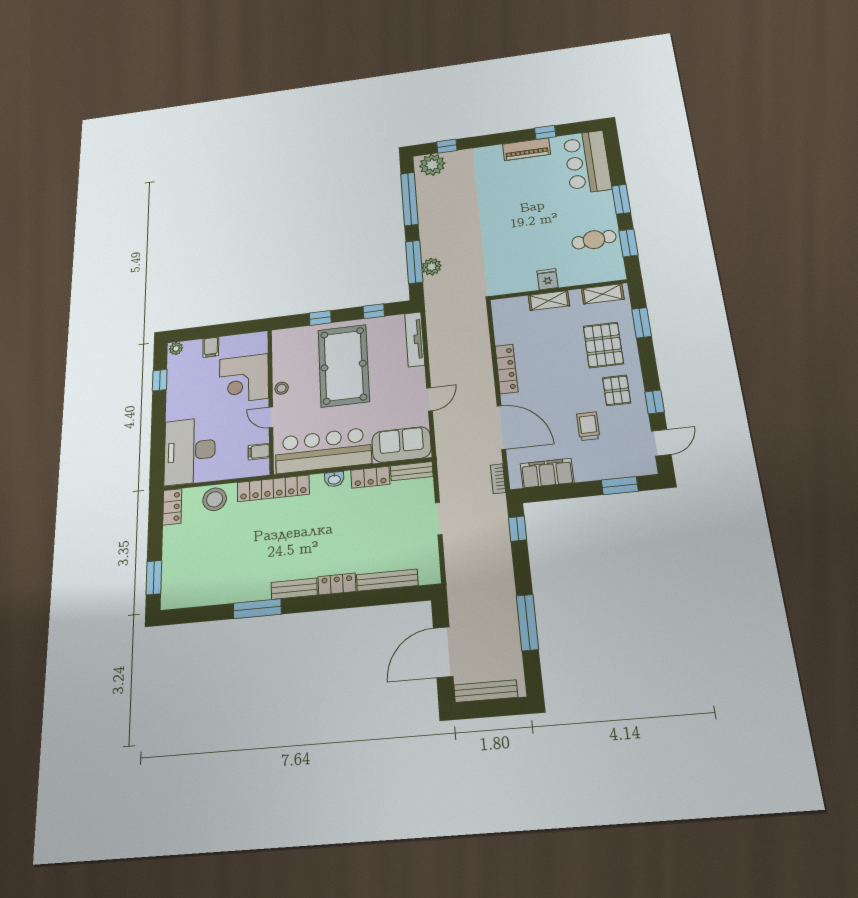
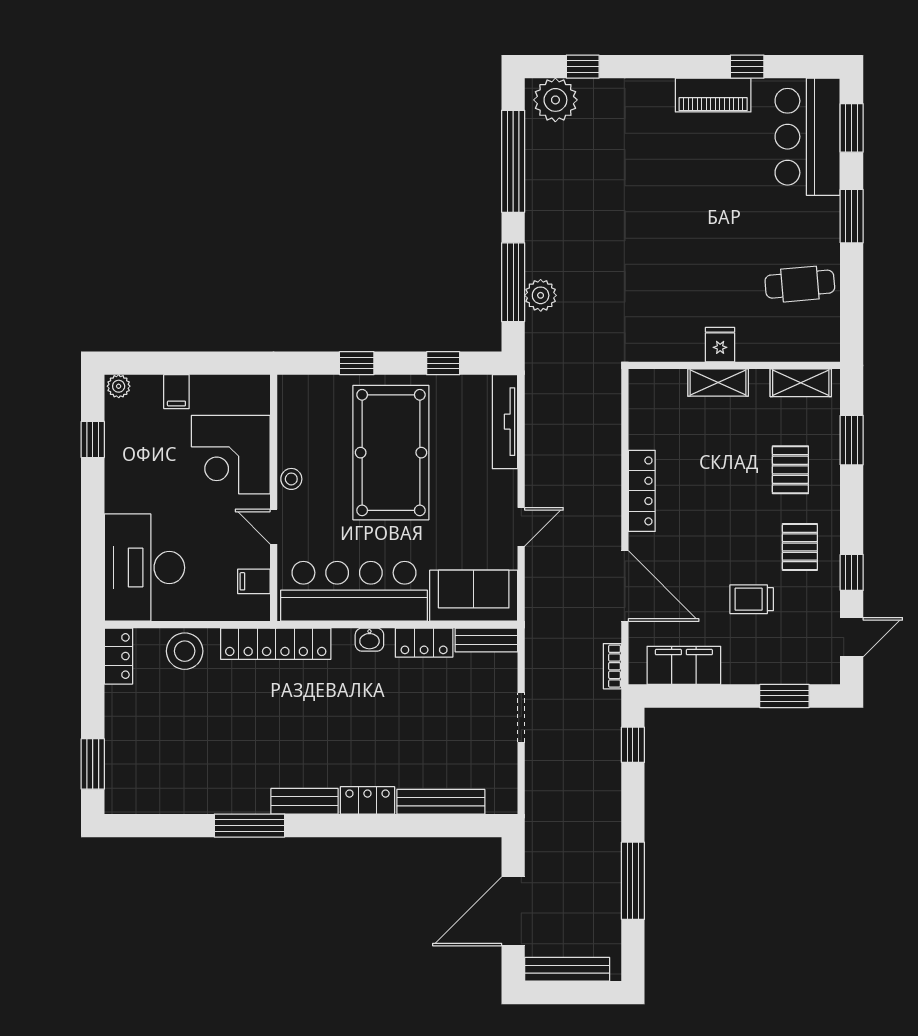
window: (628, 243) -> (852, 128), moved
pallet: (603, 345) -> (790, 470), width x0.67, depth x0.71
trolley: (588, 426) -> (752, 599), turned -90

